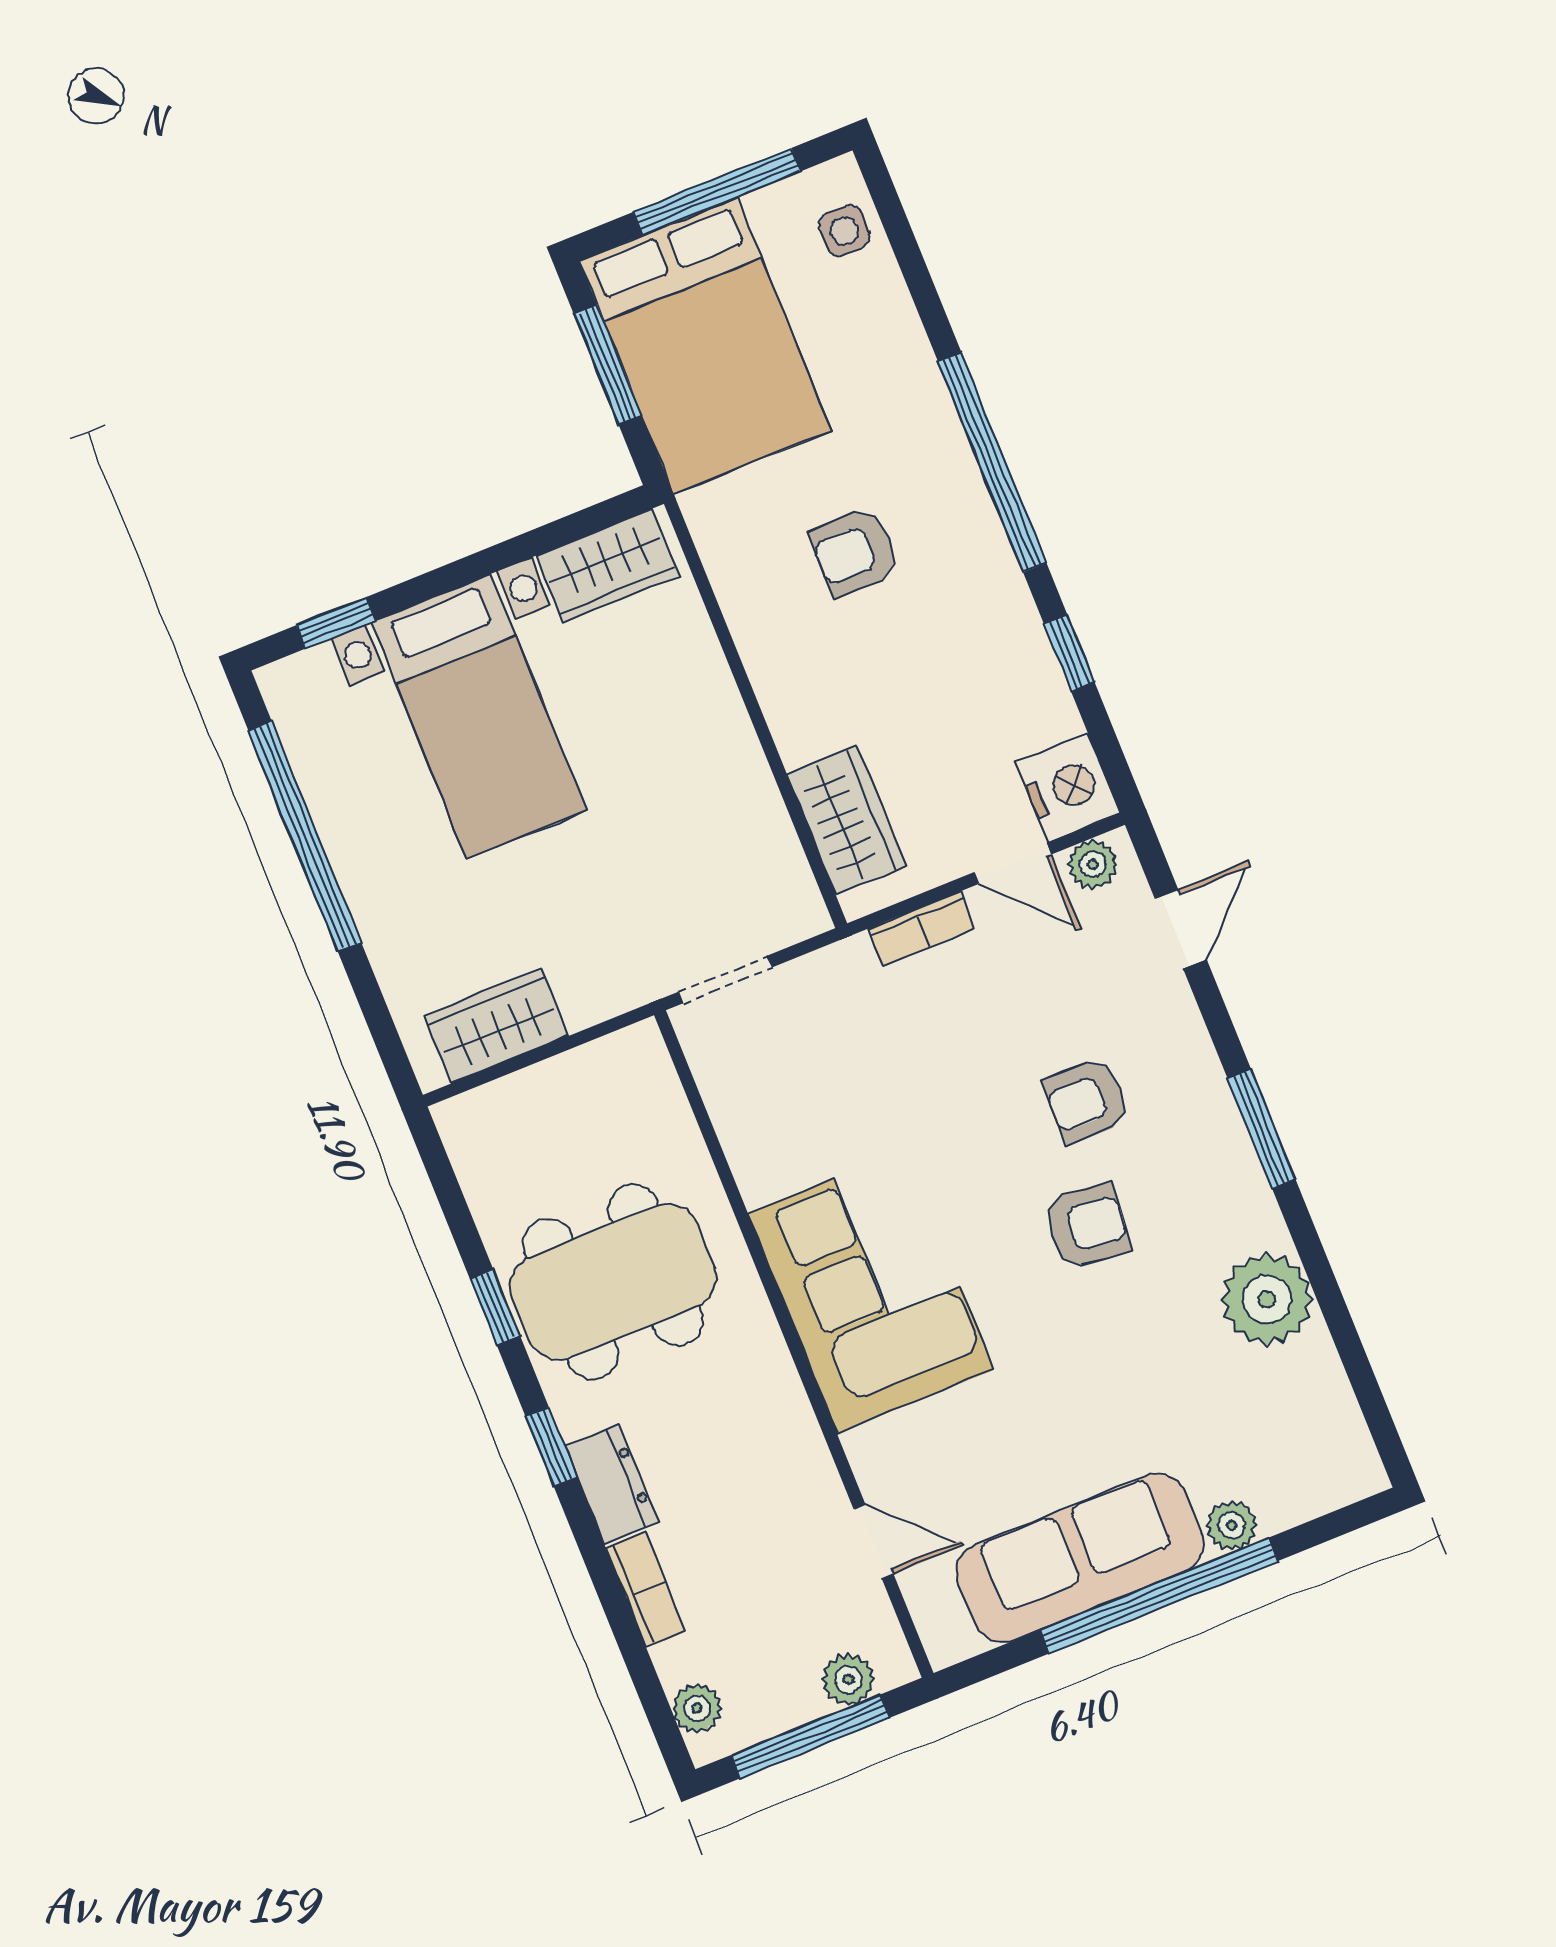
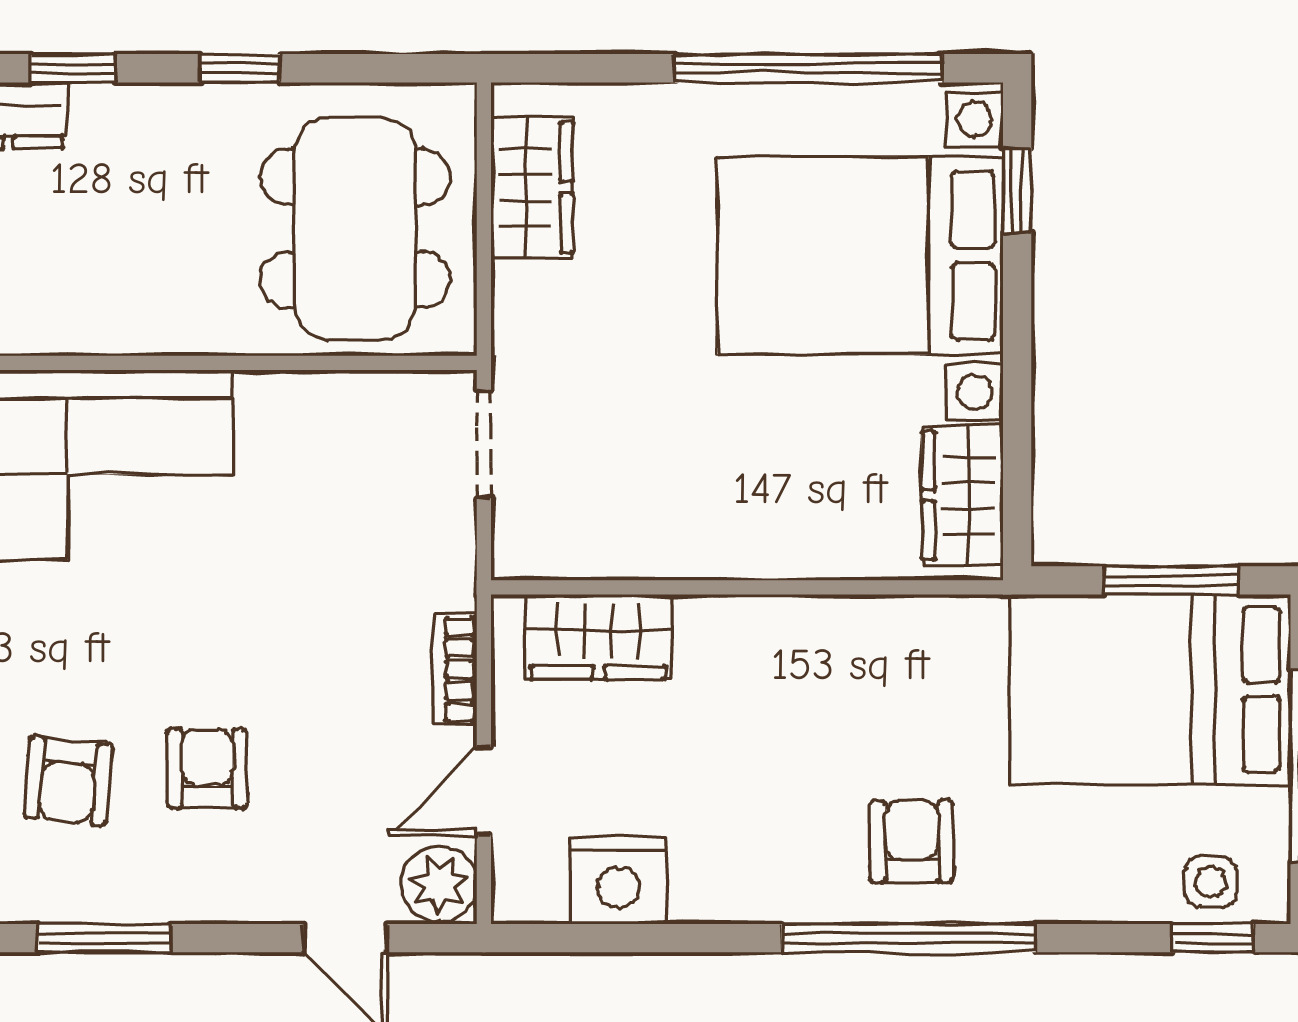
armchair: (855, 552) -> (912, 841), moved
window: (1069, 653) -> (1213, 938), moved
bed with nightstands: (479, 716) -> (860, 256), width x1.36
nightstand: (1068, 787) -> (618, 881), moved
plant: (1093, 864) -> (439, 884), width x1.38, depth x1.38
armchair: (1087, 1226) -> (68, 781), moved
dining table: (613, 1282) -> (355, 229), moved

